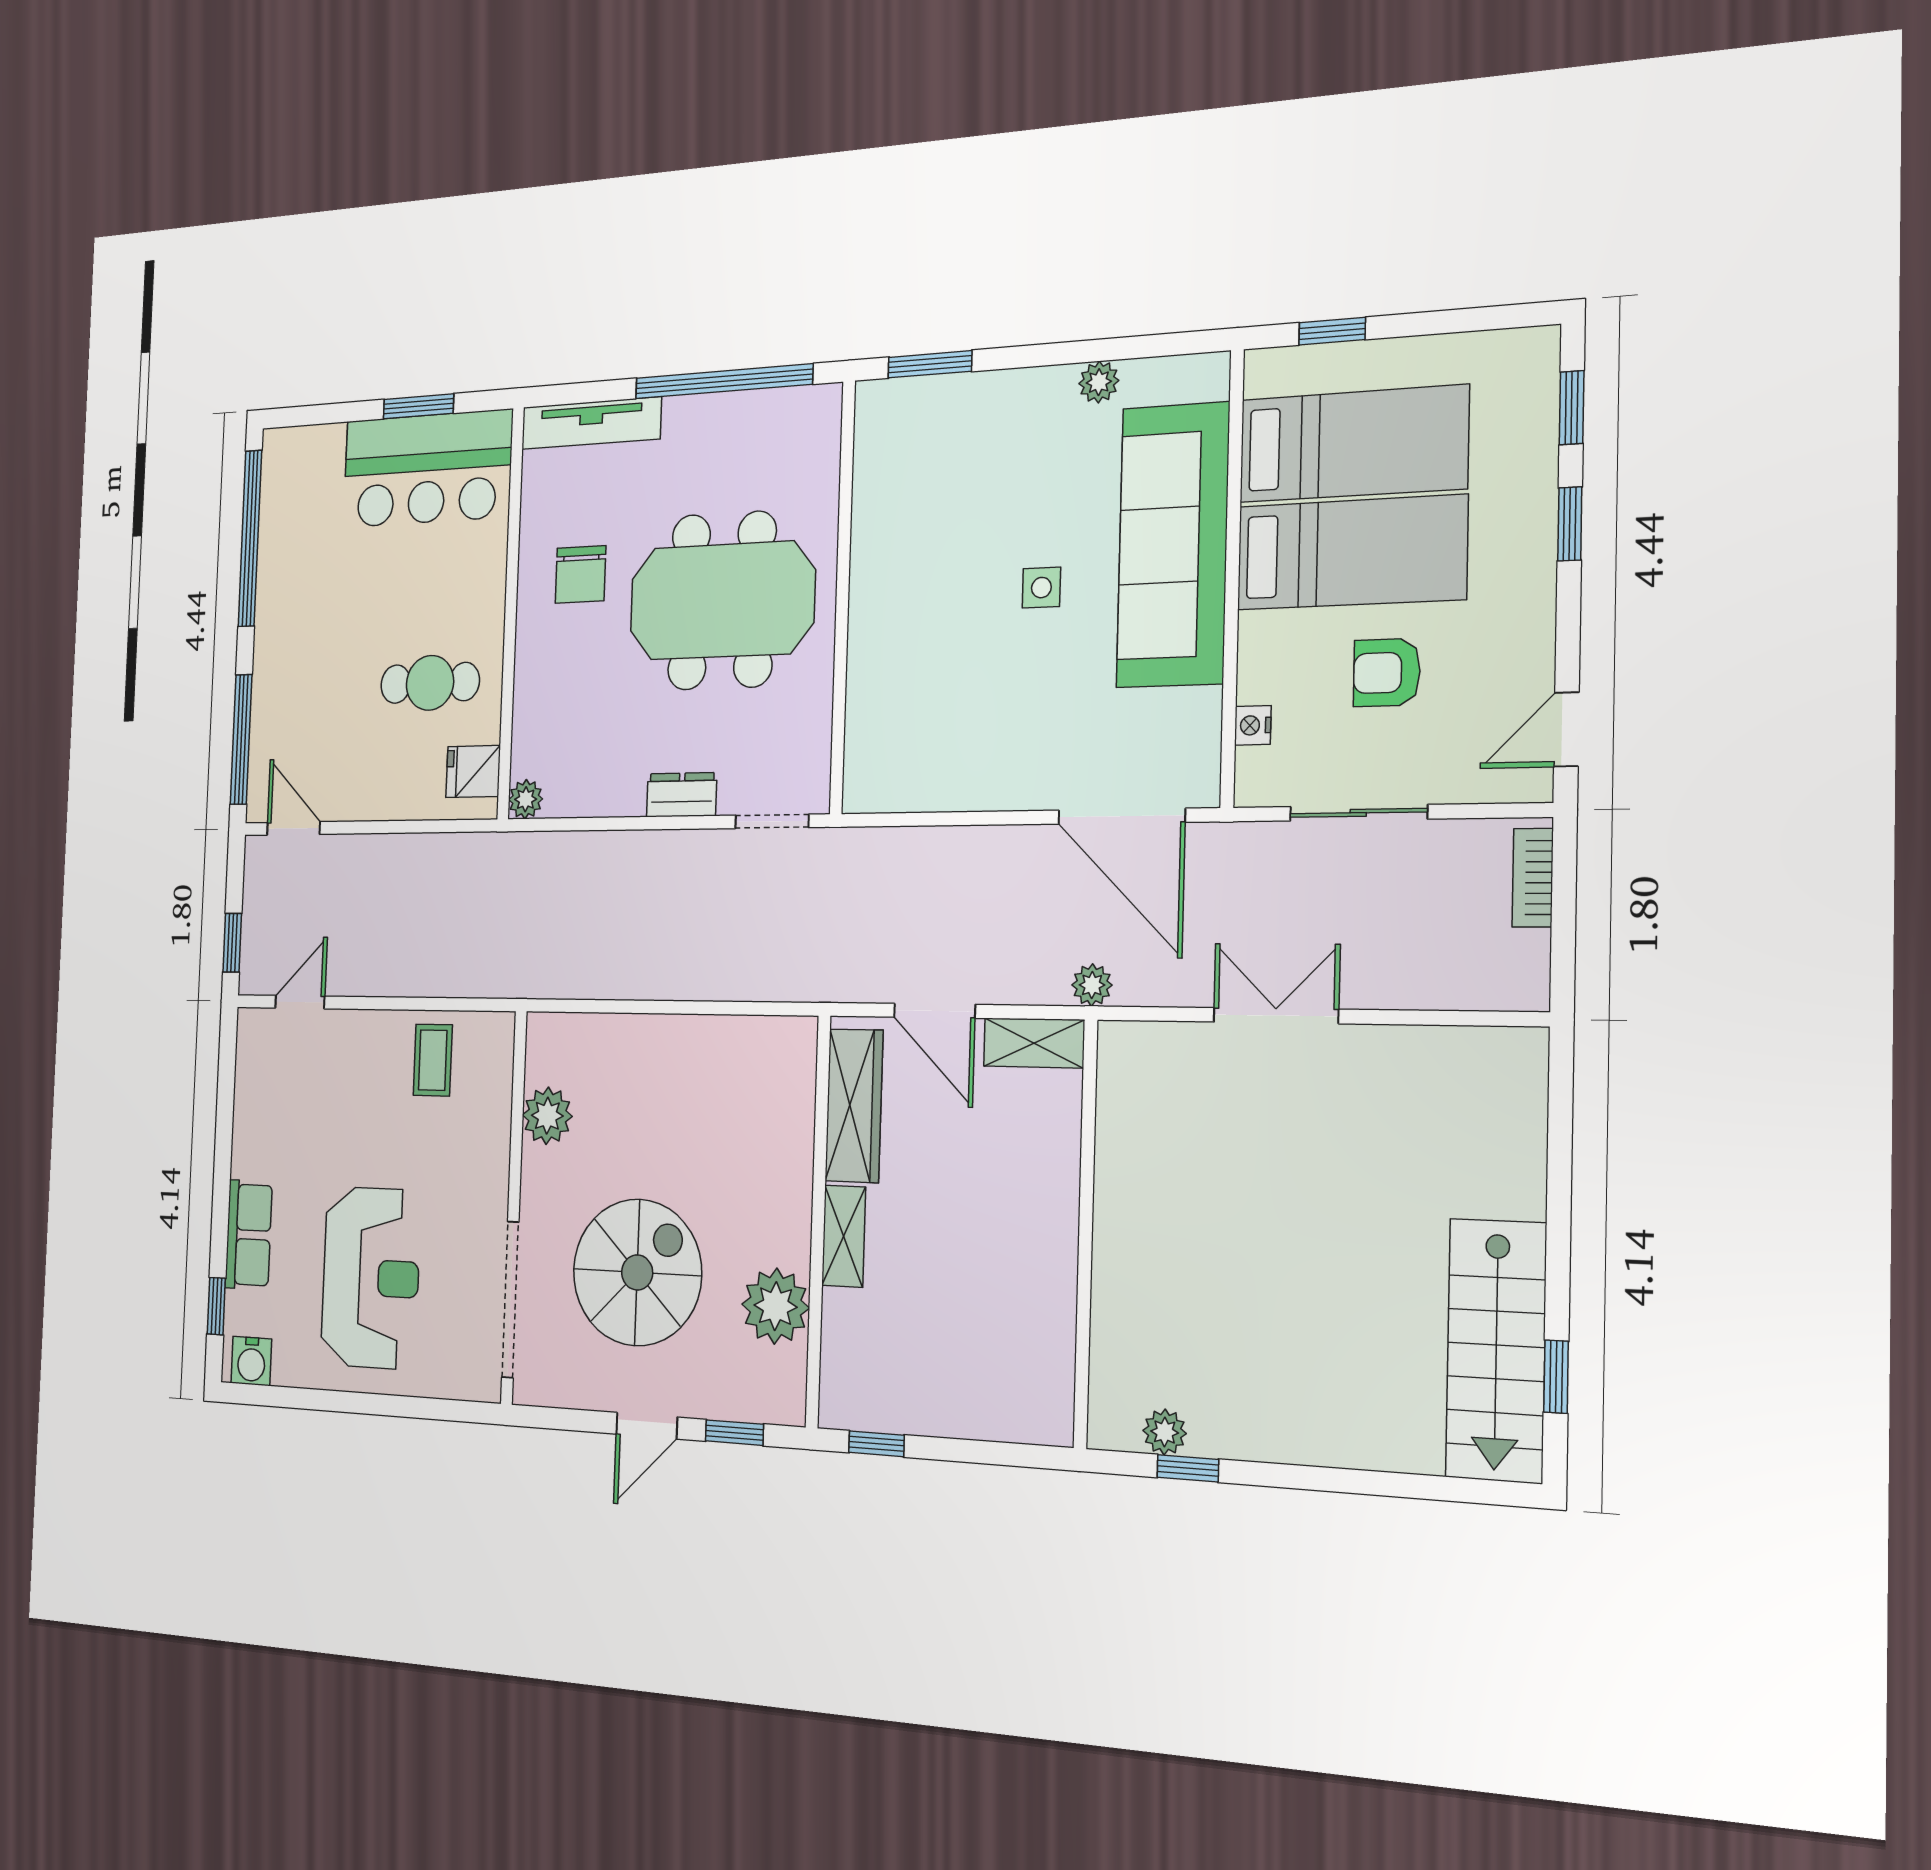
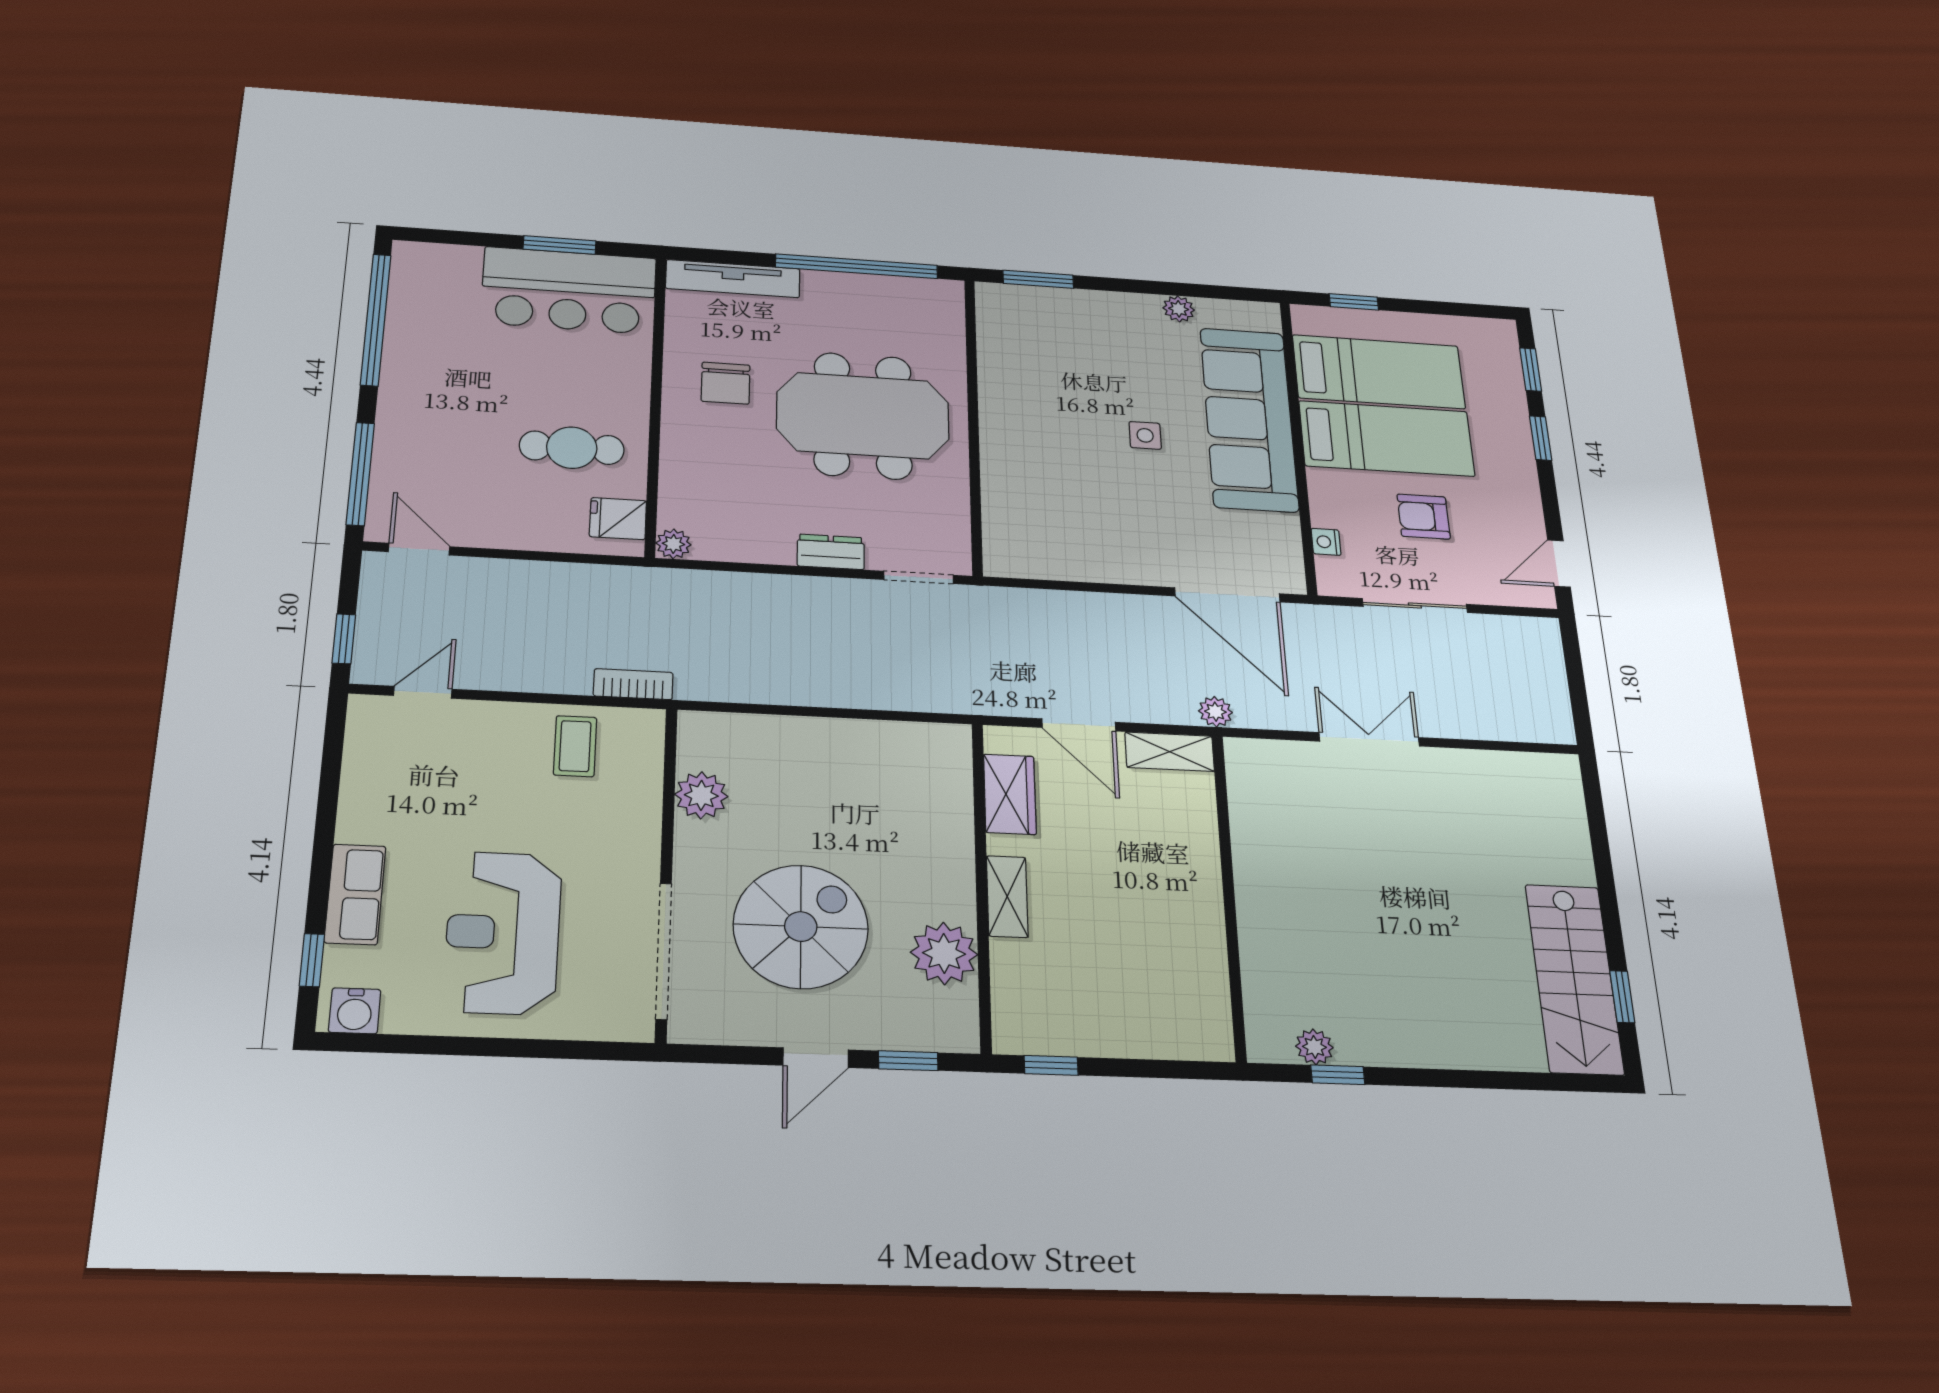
bookcase: (1533, 878) -> (633, 684), moved, turned 90
wardrobe: (854, 1106) -> (1010, 794), width x0.67
reception desk: (371, 1278) -> (503, 932), turned 180

